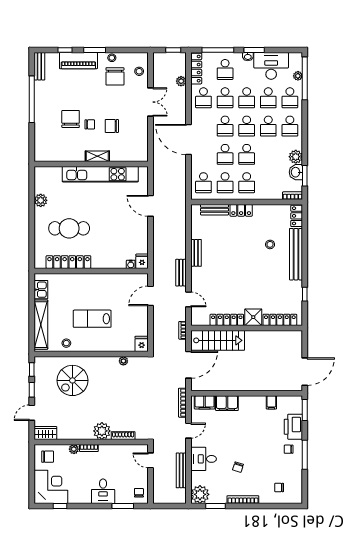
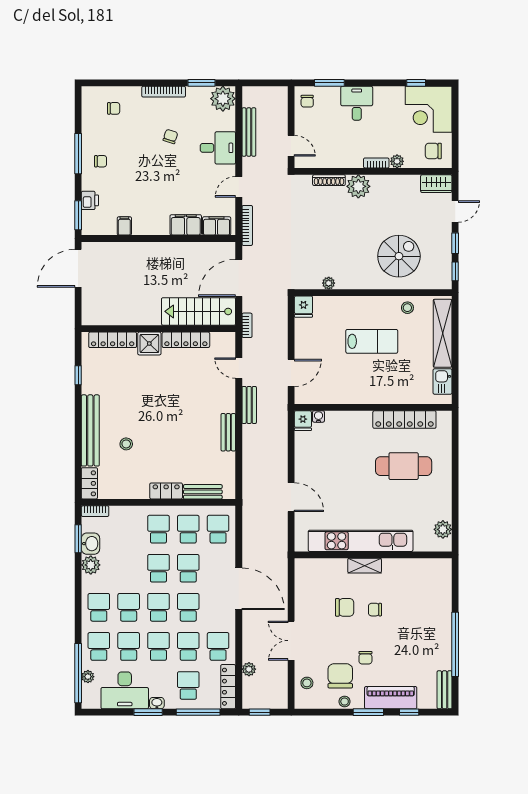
chair: (71, 119) -> (365, 658), moved, width x0.54, depth x0.54
plant: (41, 200) -> (443, 529), moved
printer: (293, 427) -> (90, 200), width x0.53, depth x0.68

